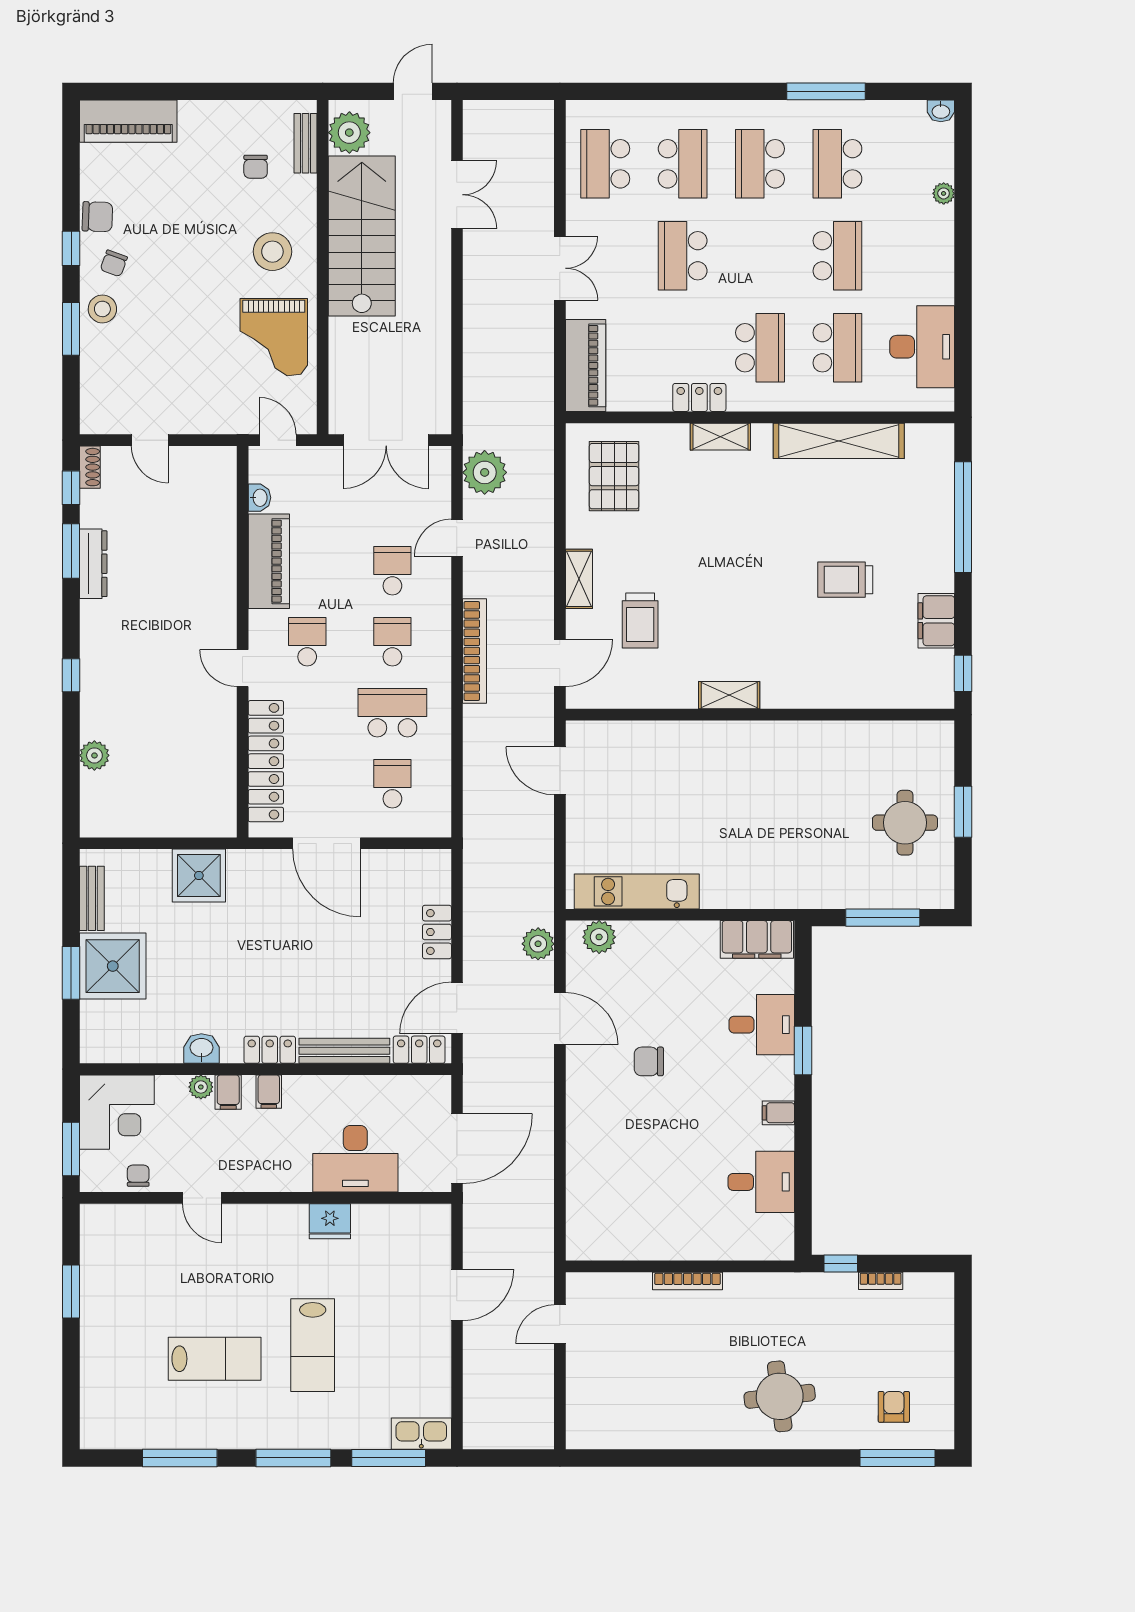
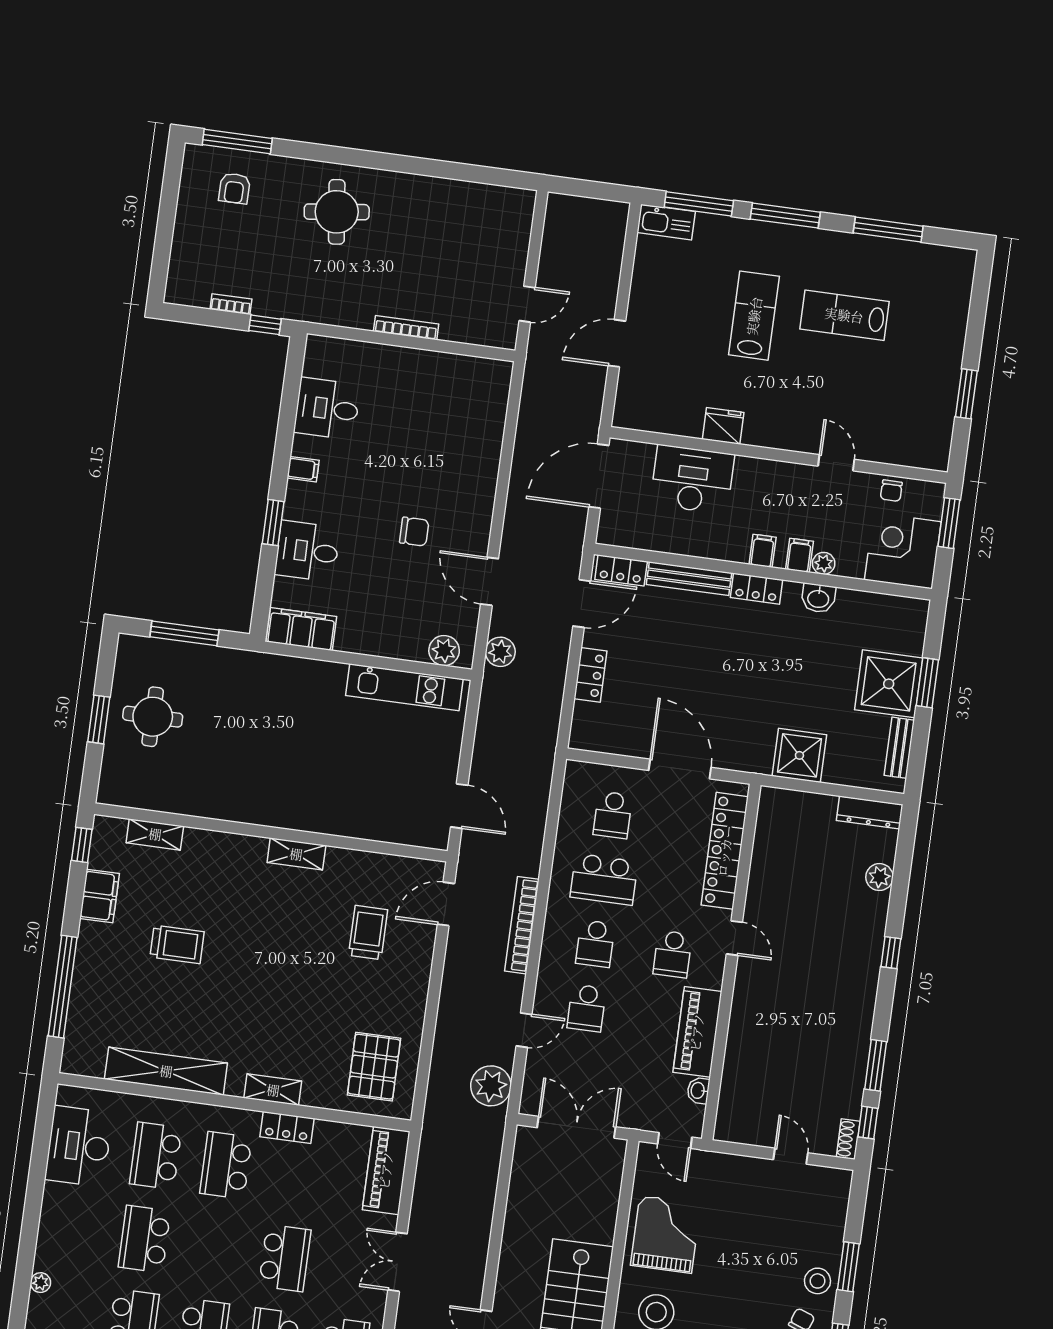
dresser: (93, 564) -> (870, 813), moved, turned -90
shelving: (579, 579) -> (155, 834), moved, turned 90

